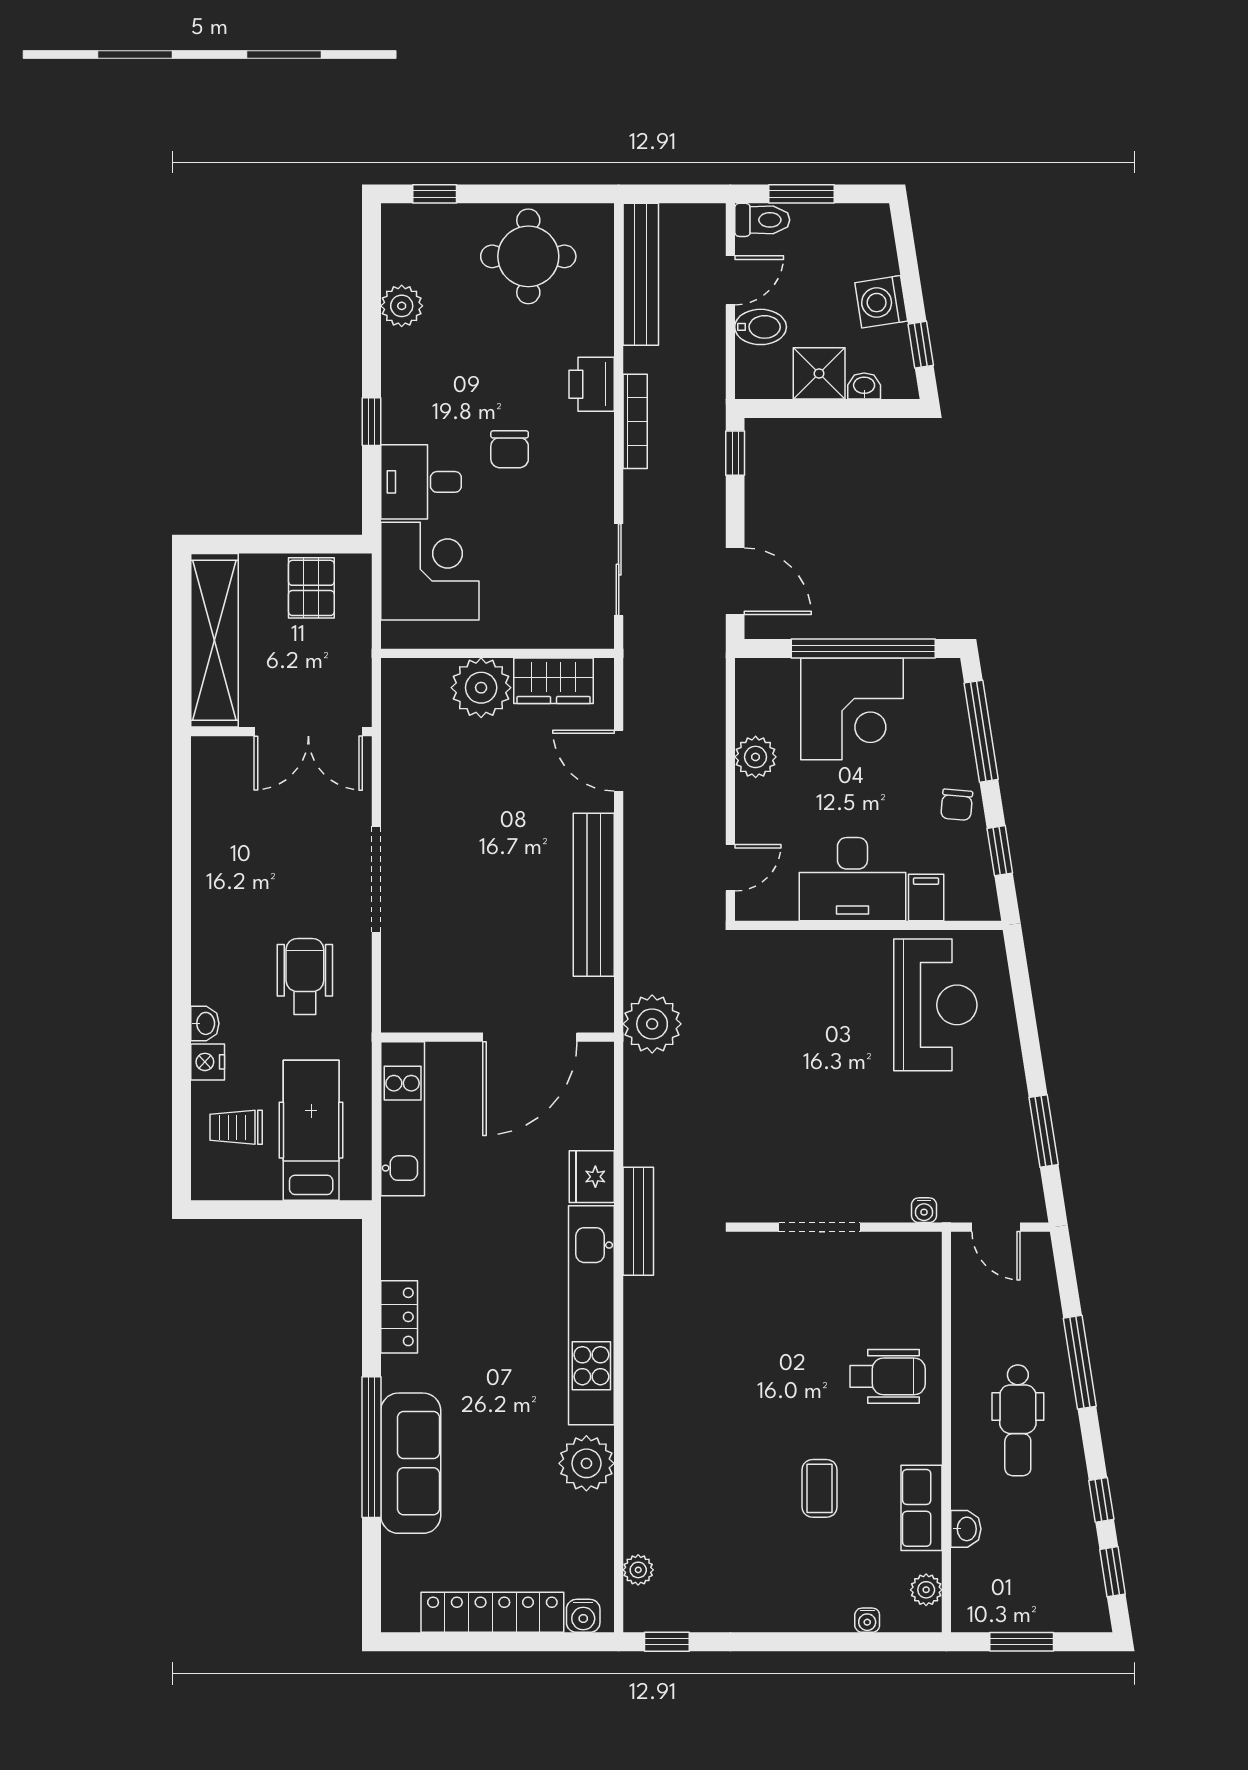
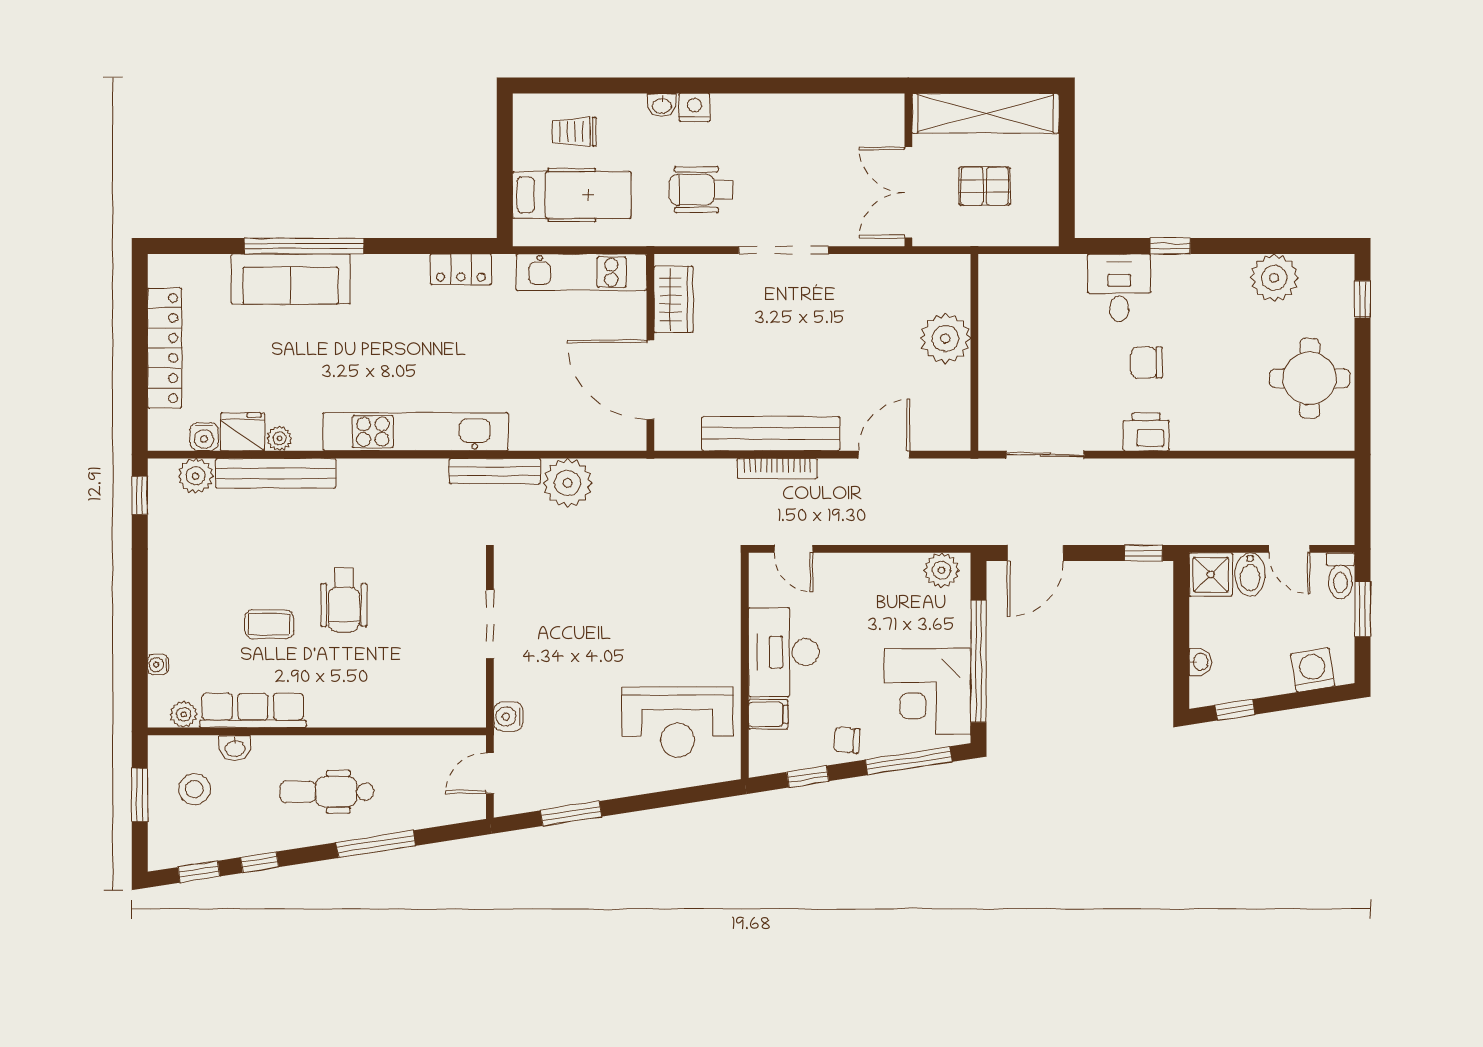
bench: (641, 274) -> (276, 473), moved
washing machine: (881, 302) -> (1313, 670), moved
plant: (402, 306) -> (1274, 278), width x1.36, depth x1.36
shower: (819, 373) -> (1211, 574), moved
printer: (592, 384) -> (1146, 432), moved
bookcase: (635, 421) -> (777, 469), moved
corner desk: (430, 571) -> (1044, 295), removed
pallet: (311, 588) -> (985, 186), moved
wardrobe: (554, 681) -> (674, 299), moved, turned 180
corner desk: (852, 709) -> (928, 691), moved
plant: (756, 757) -> (941, 570), moved
wheelchair: (305, 976) -> (702, 190), turned 180
plant: (652, 1024) -> (568, 483), moved
nightstand: (208, 1062) -> (694, 107), moved
trolley: (236, 1127) -> (574, 132), turned -90
fridge: (592, 1177) -> (243, 432), moved
water cooler: (924, 1210) -> (508, 717), width x1.38, depth x1.38
locker: (399, 1317) -> (461, 269), moved
wheelchair: (887, 1376) -> (344, 600), moved
plant: (586, 1463) -> (280, 438), width x0.53, depth x0.53
row of seats: (922, 1508) -> (253, 710), width x1.48
plant: (638, 1570) -> (196, 476), width x1.38, depth x1.38
stool: (1015, 1577) -> (194, 789), added
water cooler: (583, 1616) -> (204, 437), moved, turned -90

